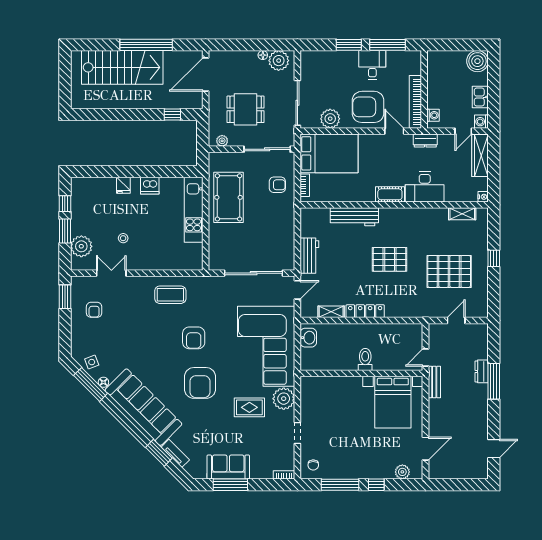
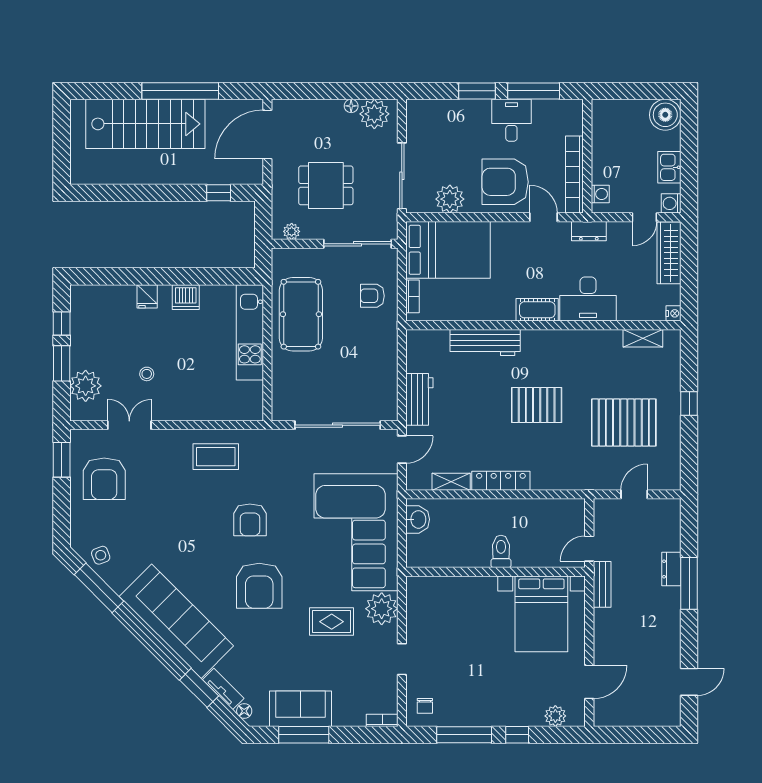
armchair: (277, 185) -> (372, 296), turned 180
armchair: (94, 310) -> (104, 479), width x1.88, depth x1.88
floor lamp: (103, 382) -> (244, 711), moved

